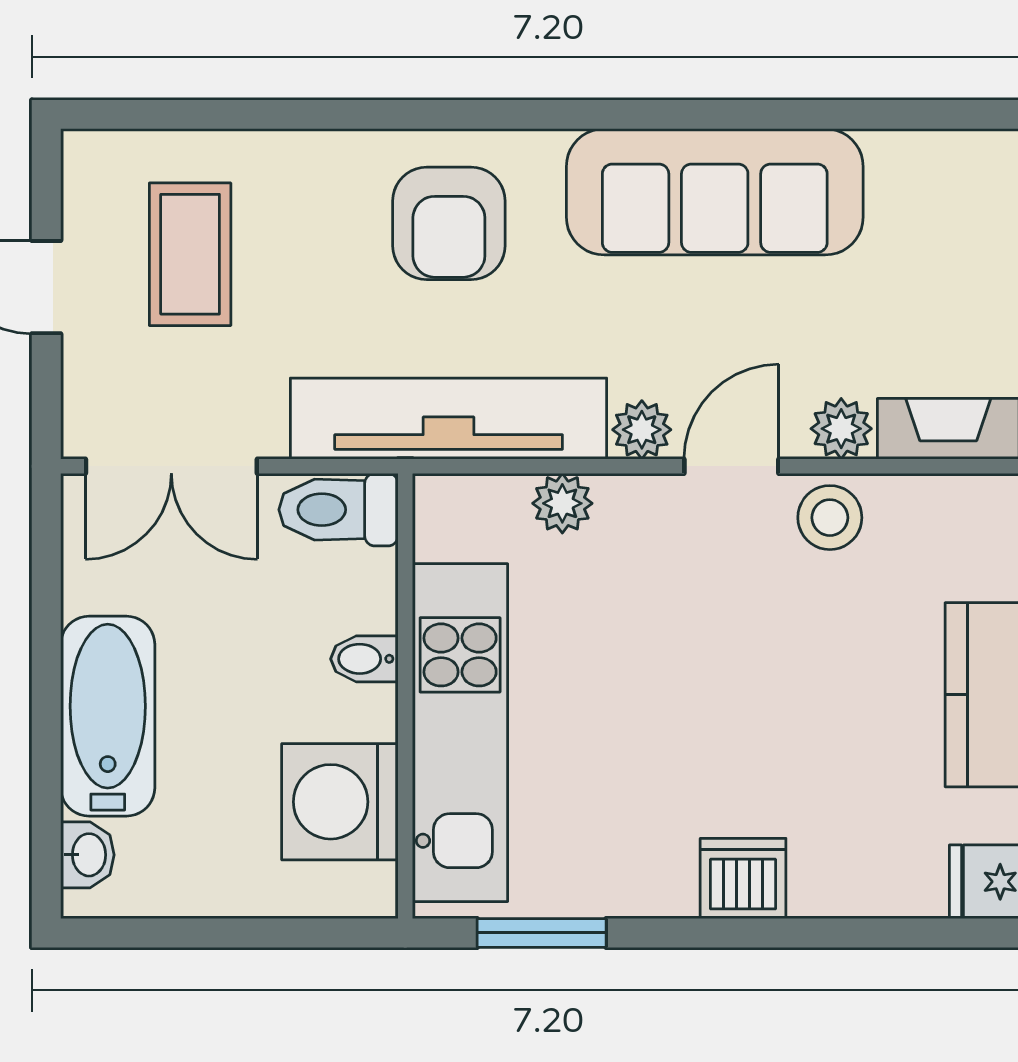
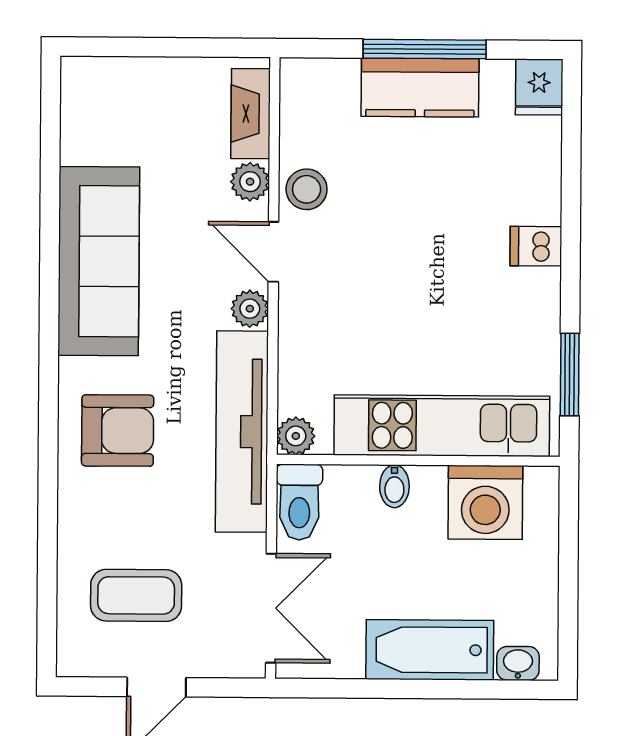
plant: (562, 503) -> (296, 436), moved
dishwasher: (743, 878) -> (536, 246), width x0.73

